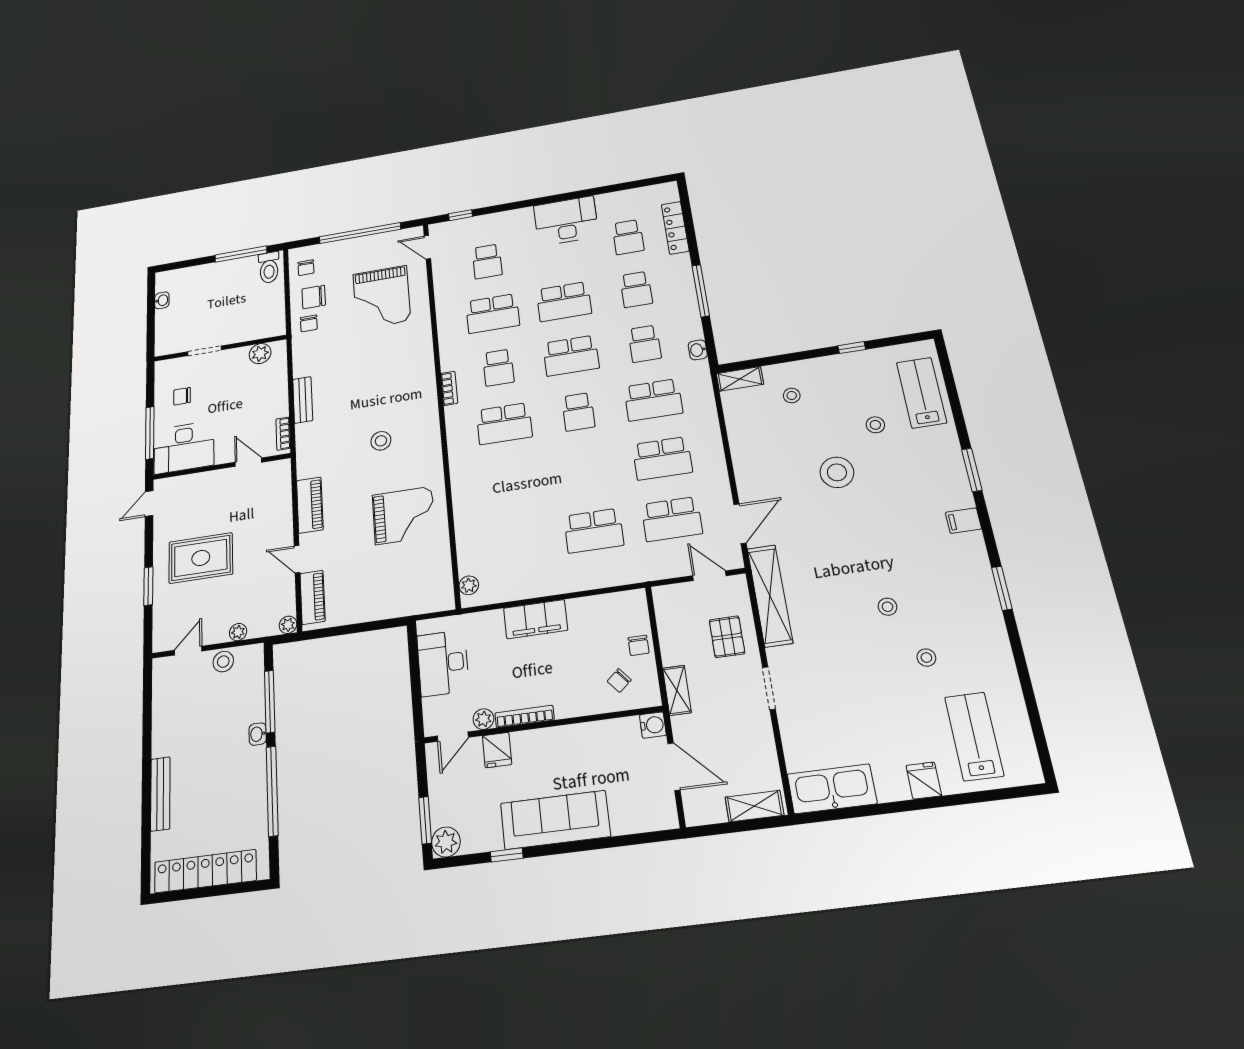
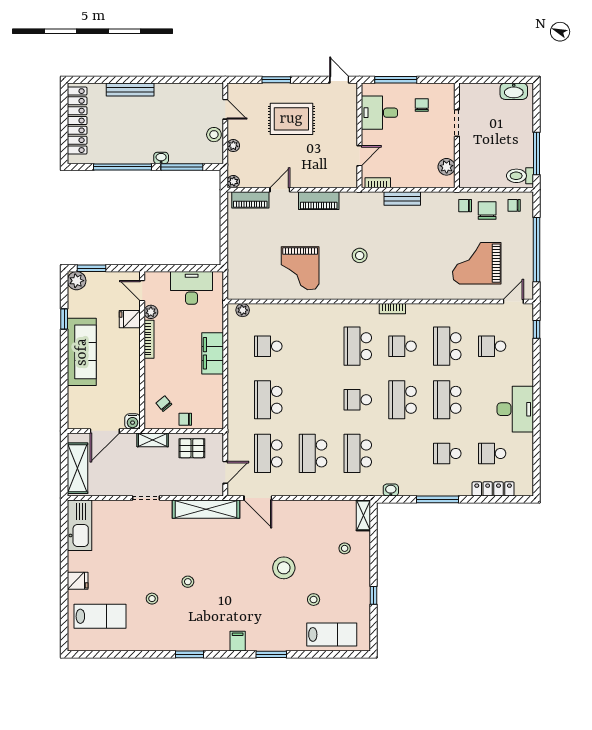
washbasin: (162, 300) -> (514, 91), width x1.91, depth x1.45
school desk: (645, 344) -> (268, 346), moved
desk: (184, 447) -> (379, 113), width x0.73
rug: (201, 558) -> (291, 119), turned 90
pallet: (727, 637) -> (192, 448), moved
shelving: (754, 806) -> (77, 468), width x1.50, depth x1.33

